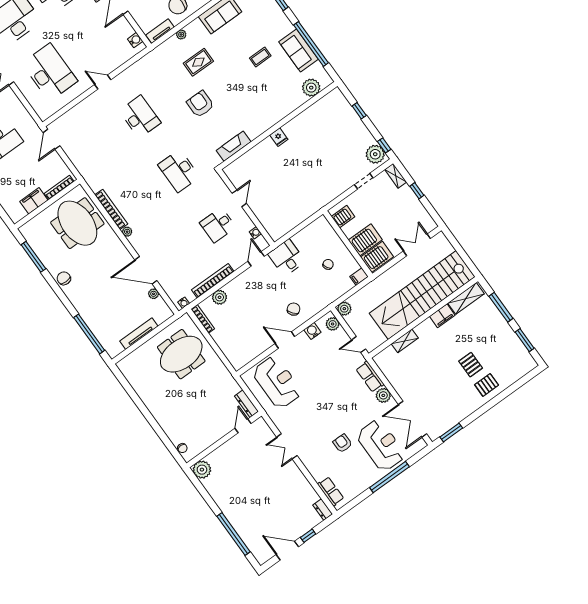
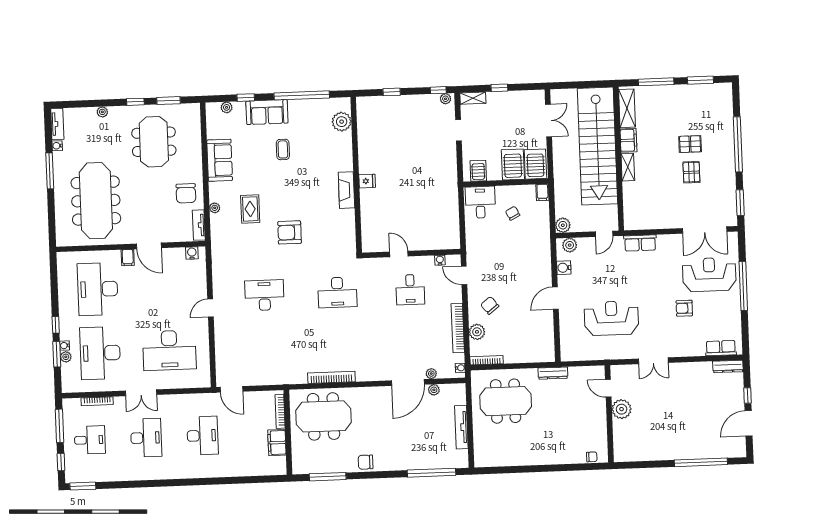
sofa: (298, 51) -> (267, 112), moved
desk: (50, 72) -> (169, 350), turned 180
fireplace: (234, 146) -> (346, 190), moved
plant: (375, 154) -> (445, 99), width x0.53, depth x0.53
plant: (127, 232) -> (431, 374), moved
double door: (417, 245) -> (549, 120), swing flipped
desk: (287, 258) -> (480, 202), moved, turned 90
chair: (293, 309) -> (490, 305), moved
shelving: (405, 341) -> (628, 167), moved
meeting table: (181, 354) -> (506, 401), turned 90
reception desk: (277, 382) -> (611, 318), moved
pallet: (487, 385) -> (691, 172), moved
plant: (383, 395) -> (665, 242), removed
window: (495, 401) -> (738, 144), added
dresser: (246, 404) -> (553, 373), moved
plant: (202, 470) -> (622, 409), moved
dresser: (323, 510) -> (728, 366), width x1.44

